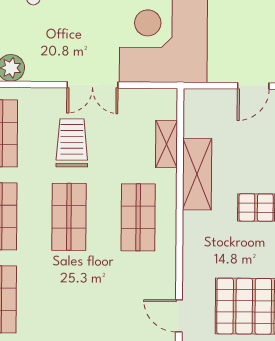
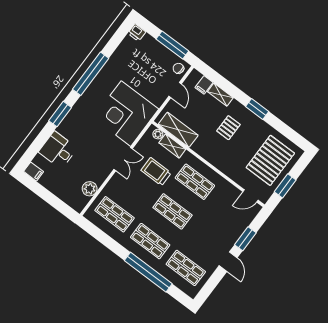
plant: (168, 109) -> (158, 134), added
trolley: (72, 143) -> (156, 172), moved
shelving: (197, 174) -> (178, 130), moved

